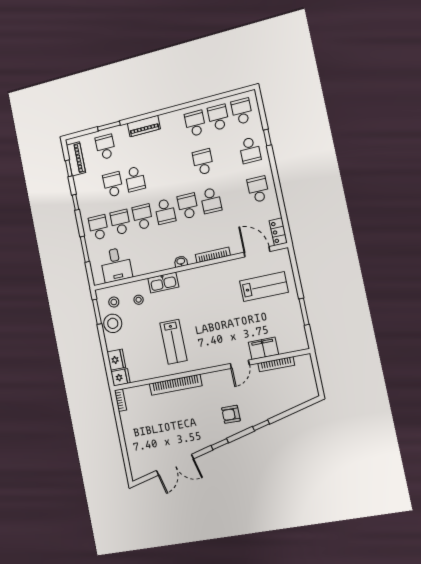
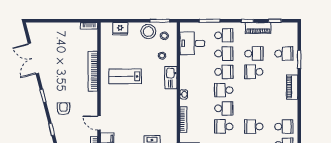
piano: (76, 159) -> (258, 28), moved
school desk: (203, 162) -> (254, 127), turned 180
fridge: (120, 377) -> (106, 29), removed

